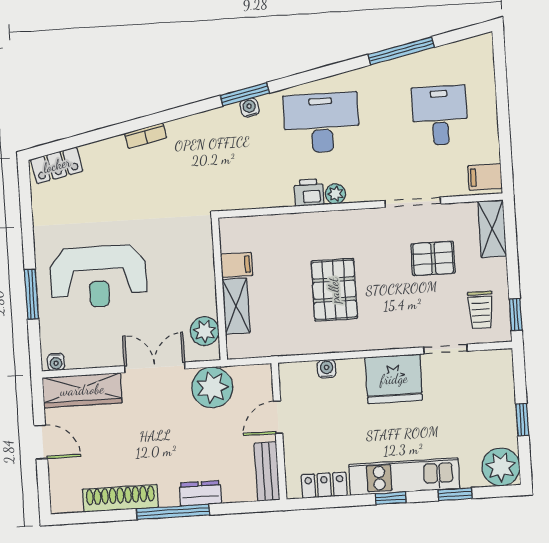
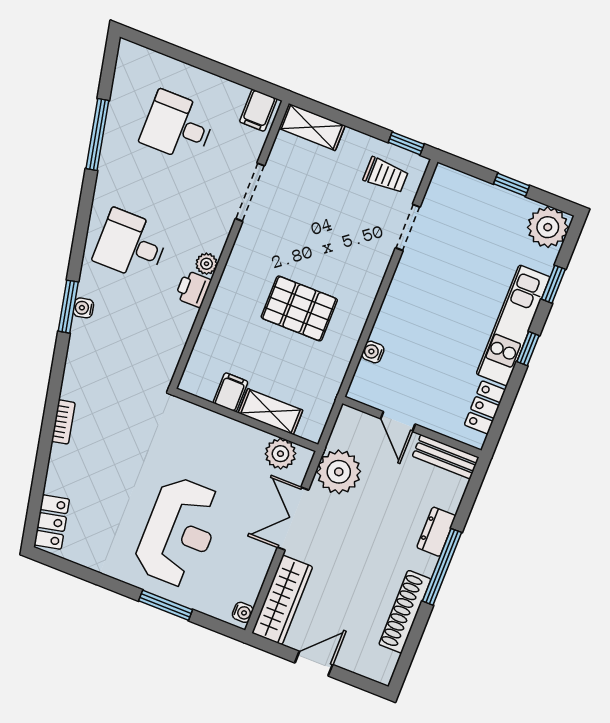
desk: (322, 123) -> (131, 245), width x0.73
pallet: (433, 258) -> (314, 198), removed
fridge: (394, 379) -> (413, 291), removed

